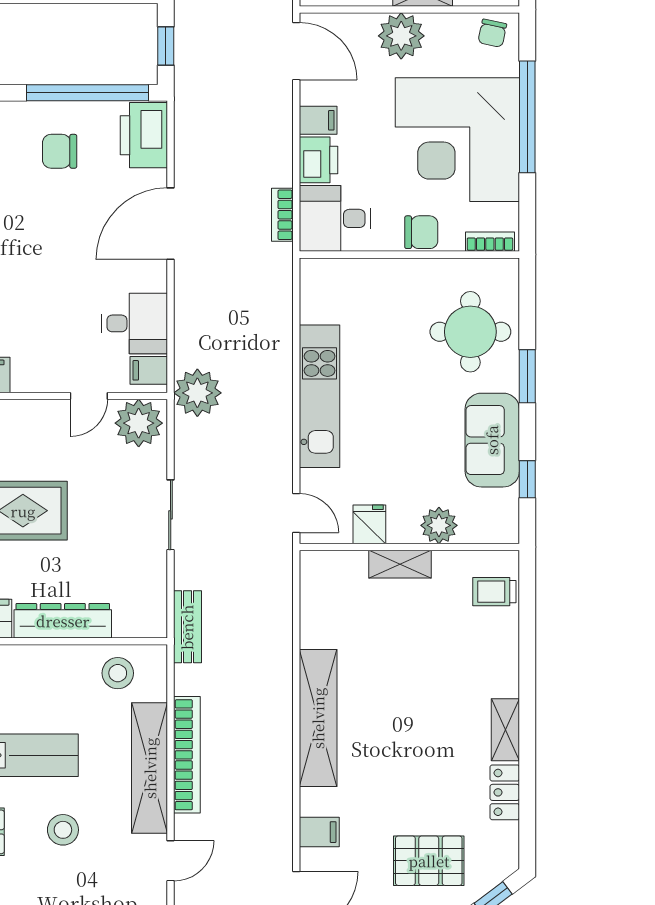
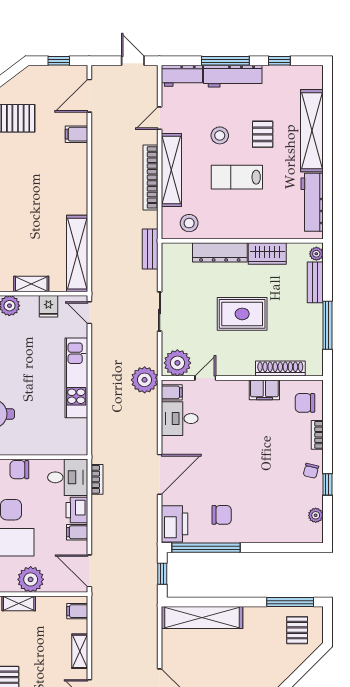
shelving: (318, 718) -> (77, 254), moved

